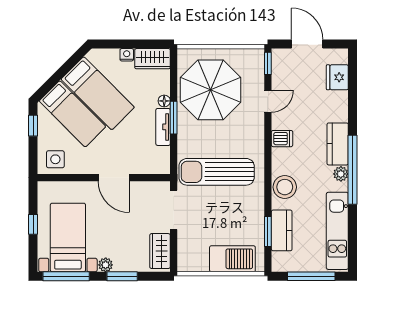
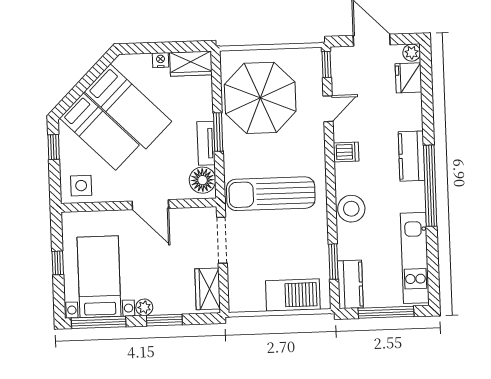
floor lamp: (164, 101) -> (203, 180), moved, width x1.89, depth x1.89
plant: (341, 174) -> (412, 53), moved
kitchen counter: (282, 230) -> (350, 284), moved

